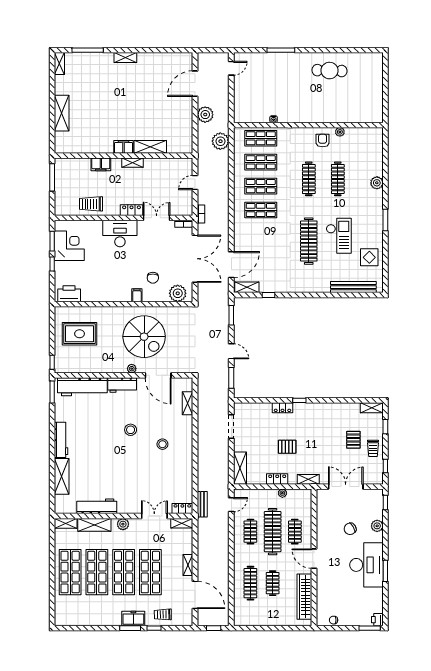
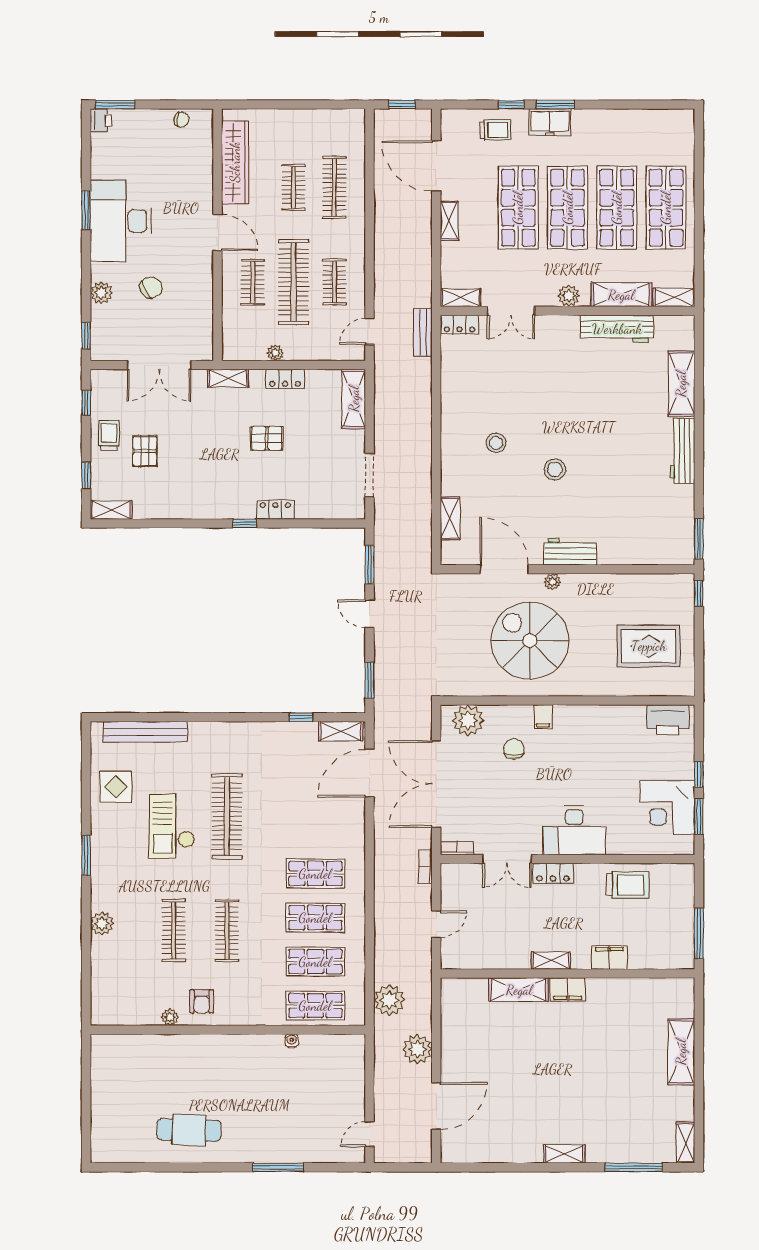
workbench: (82, 387) -> (643, 549), removed

